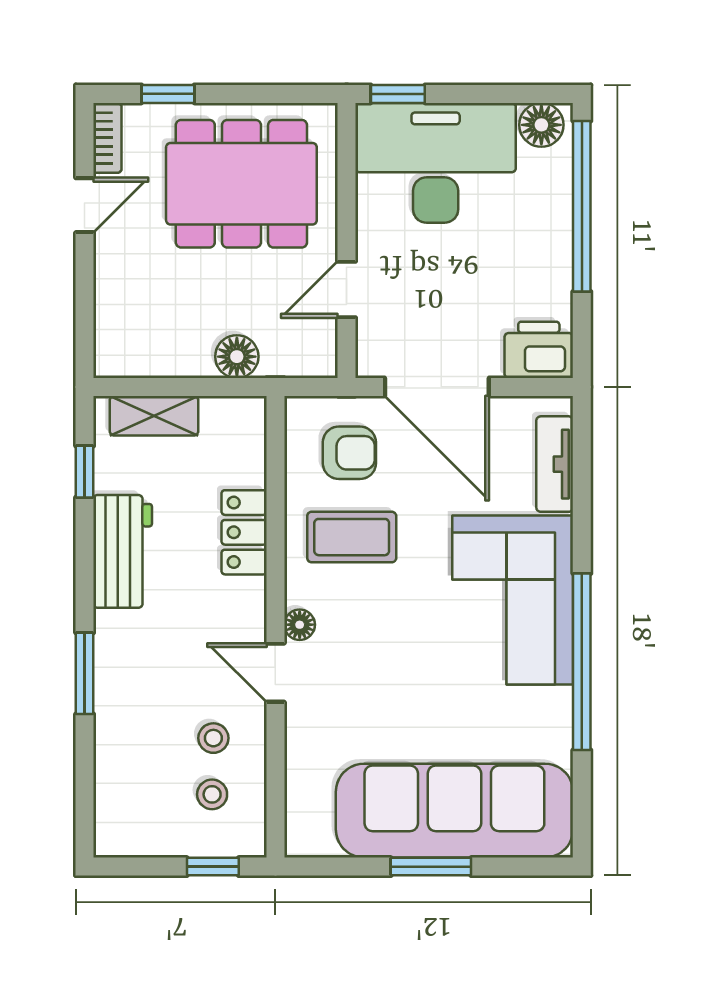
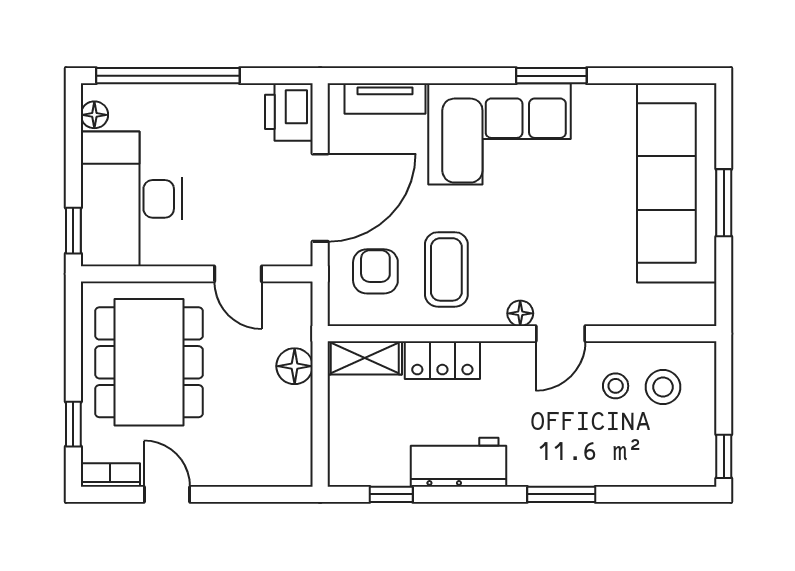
floor lamp: (541, 125) -> (94, 115), width x0.73, depth x0.73
shelving: (154, 416) -> (365, 358), moved, turned 90
window: (582, 662) -> (551, 76), width x0.47
stool: (212, 794) -> (663, 387), width x1.37, depth x1.37
window: (213, 867) -> (724, 456), moved

